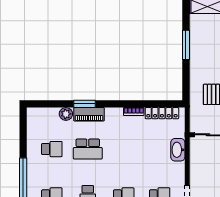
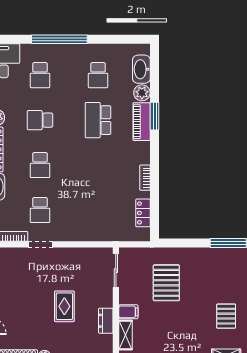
locker: (162, 113) -> (143, 213), width x0.66
washbasin: (178, 150) -> (141, 69), moved, turned -90

